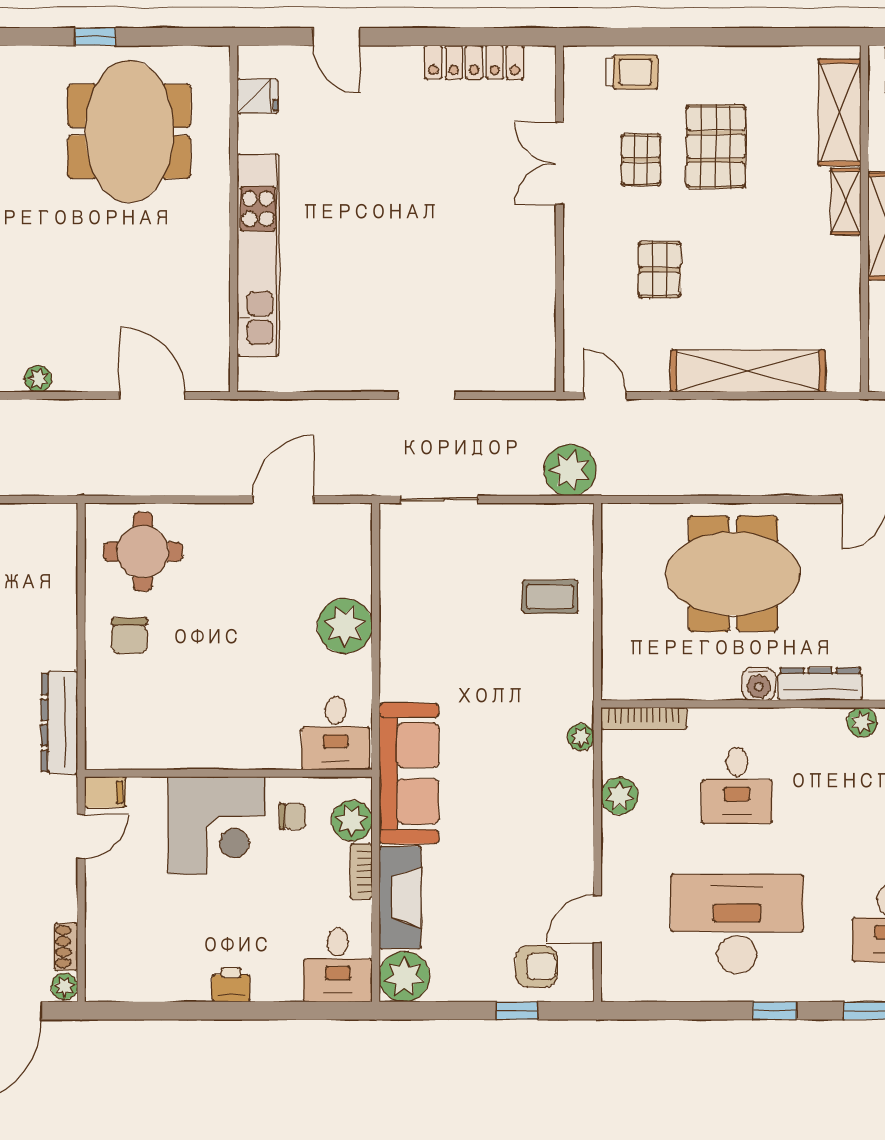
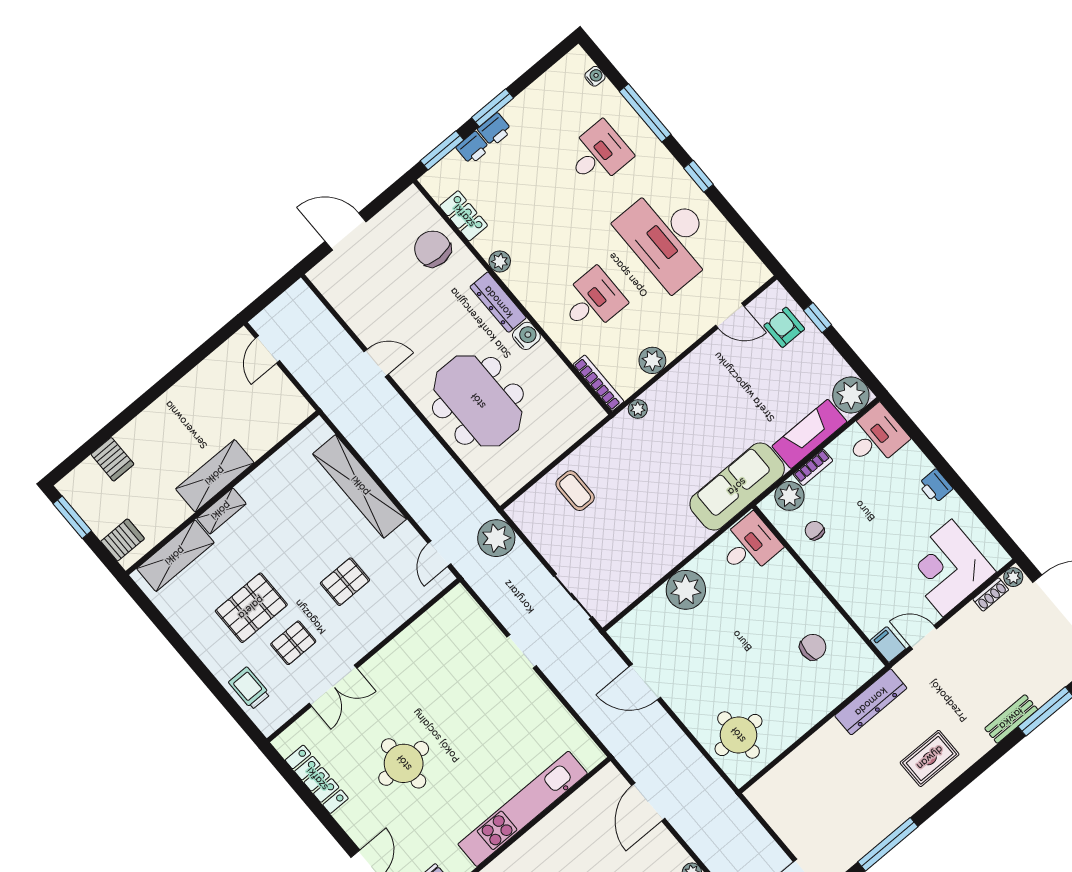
round table: (413, 169) -> (404, 763), added
chair: (129, 636) -> (813, 647), moved
corner desk: (217, 826) -> (947, 568), moved, turned -90

